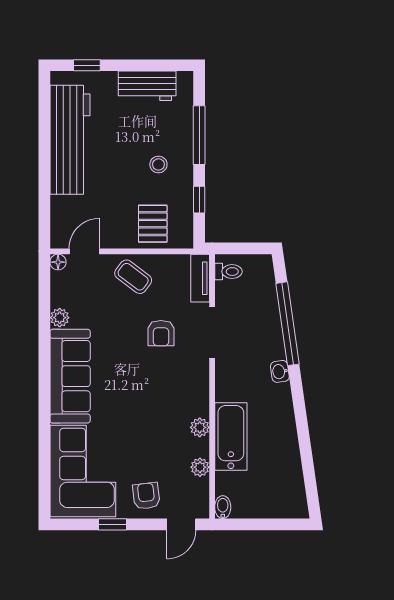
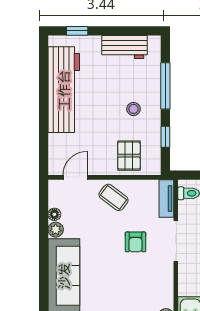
floor lamp: (58, 262) -> (54, 214), moved

